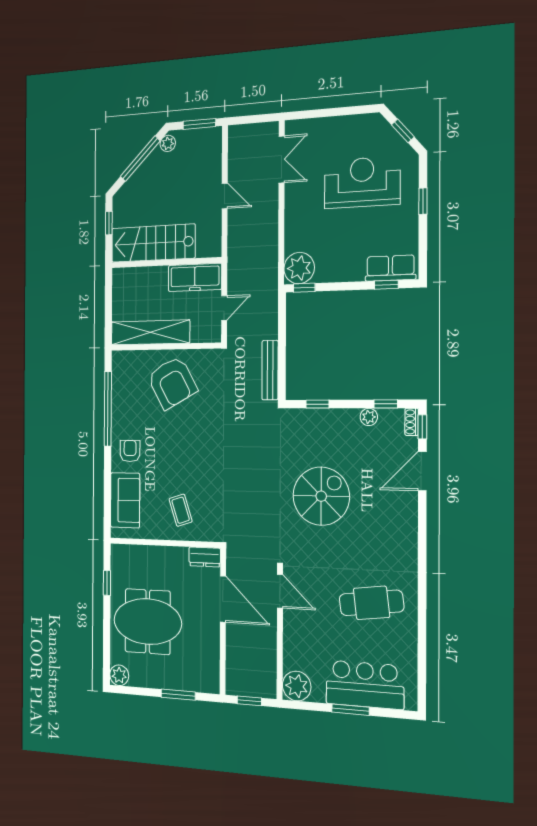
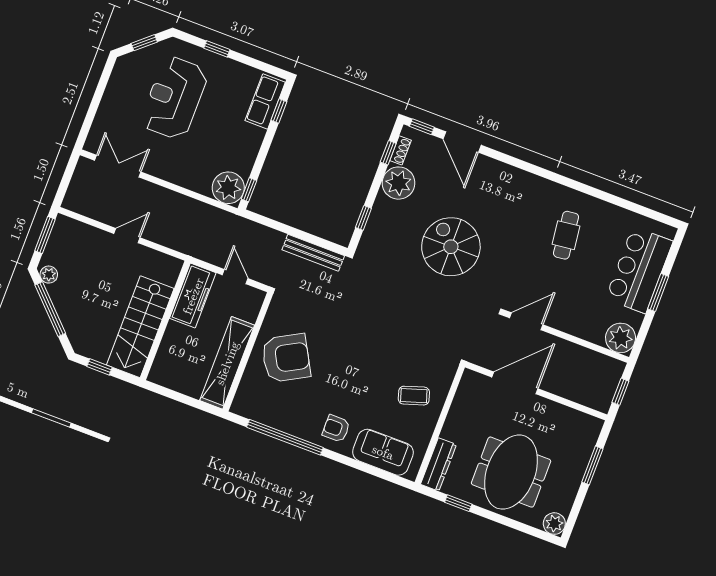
plant: (369, 417) -> (399, 183), width x1.87, depth x1.87
shoe rack: (412, 422) -> (401, 150), moved, turned -90
dresser: (205, 557) -> (439, 464), moved, width x1.44
cafe table: (371, 603) -> (566, 235), width x0.73, depth x0.74

